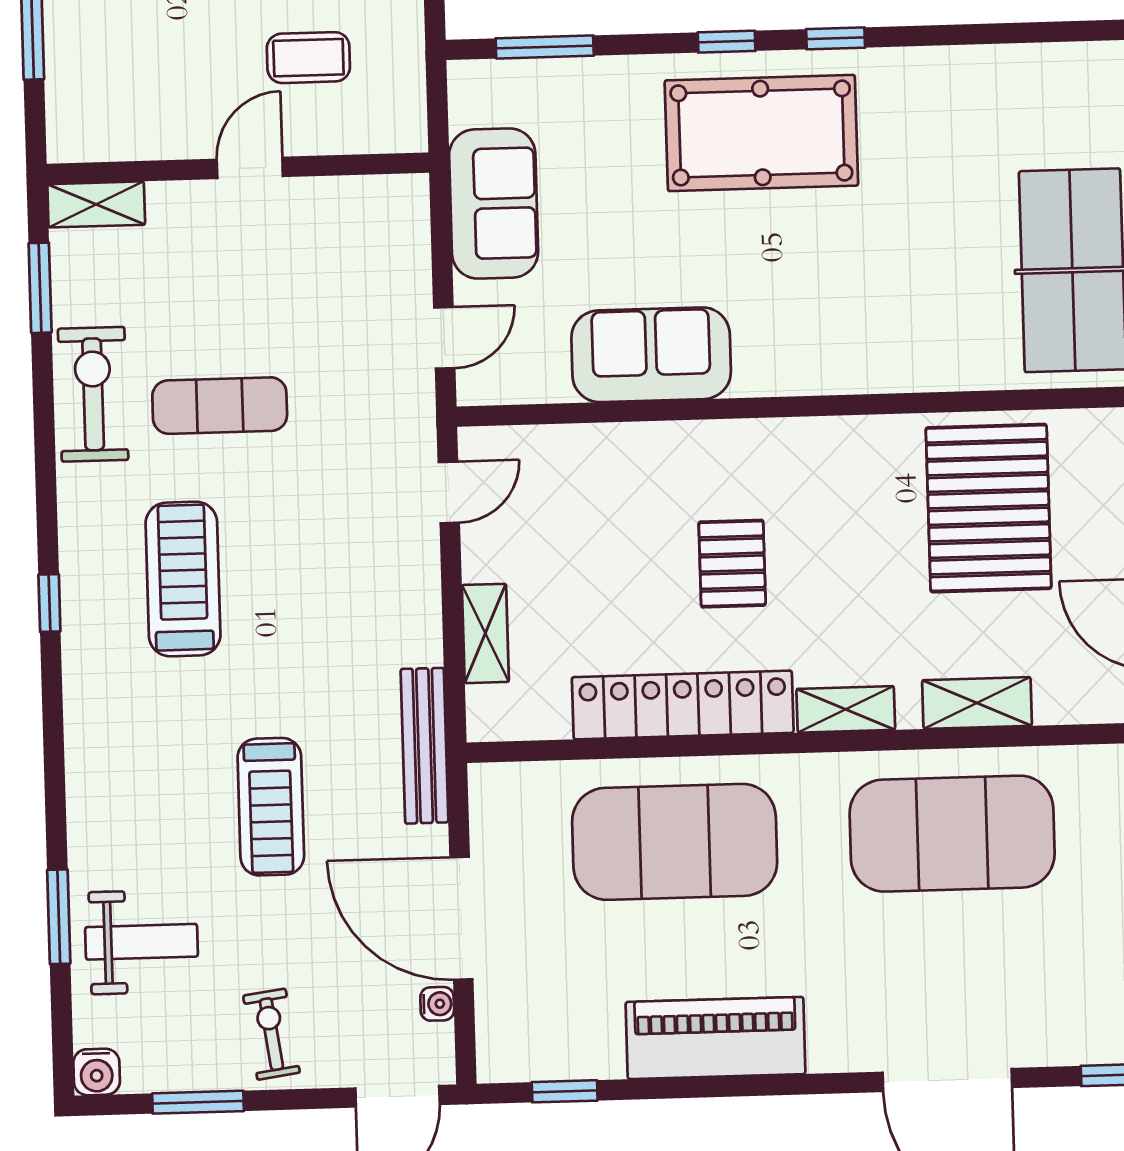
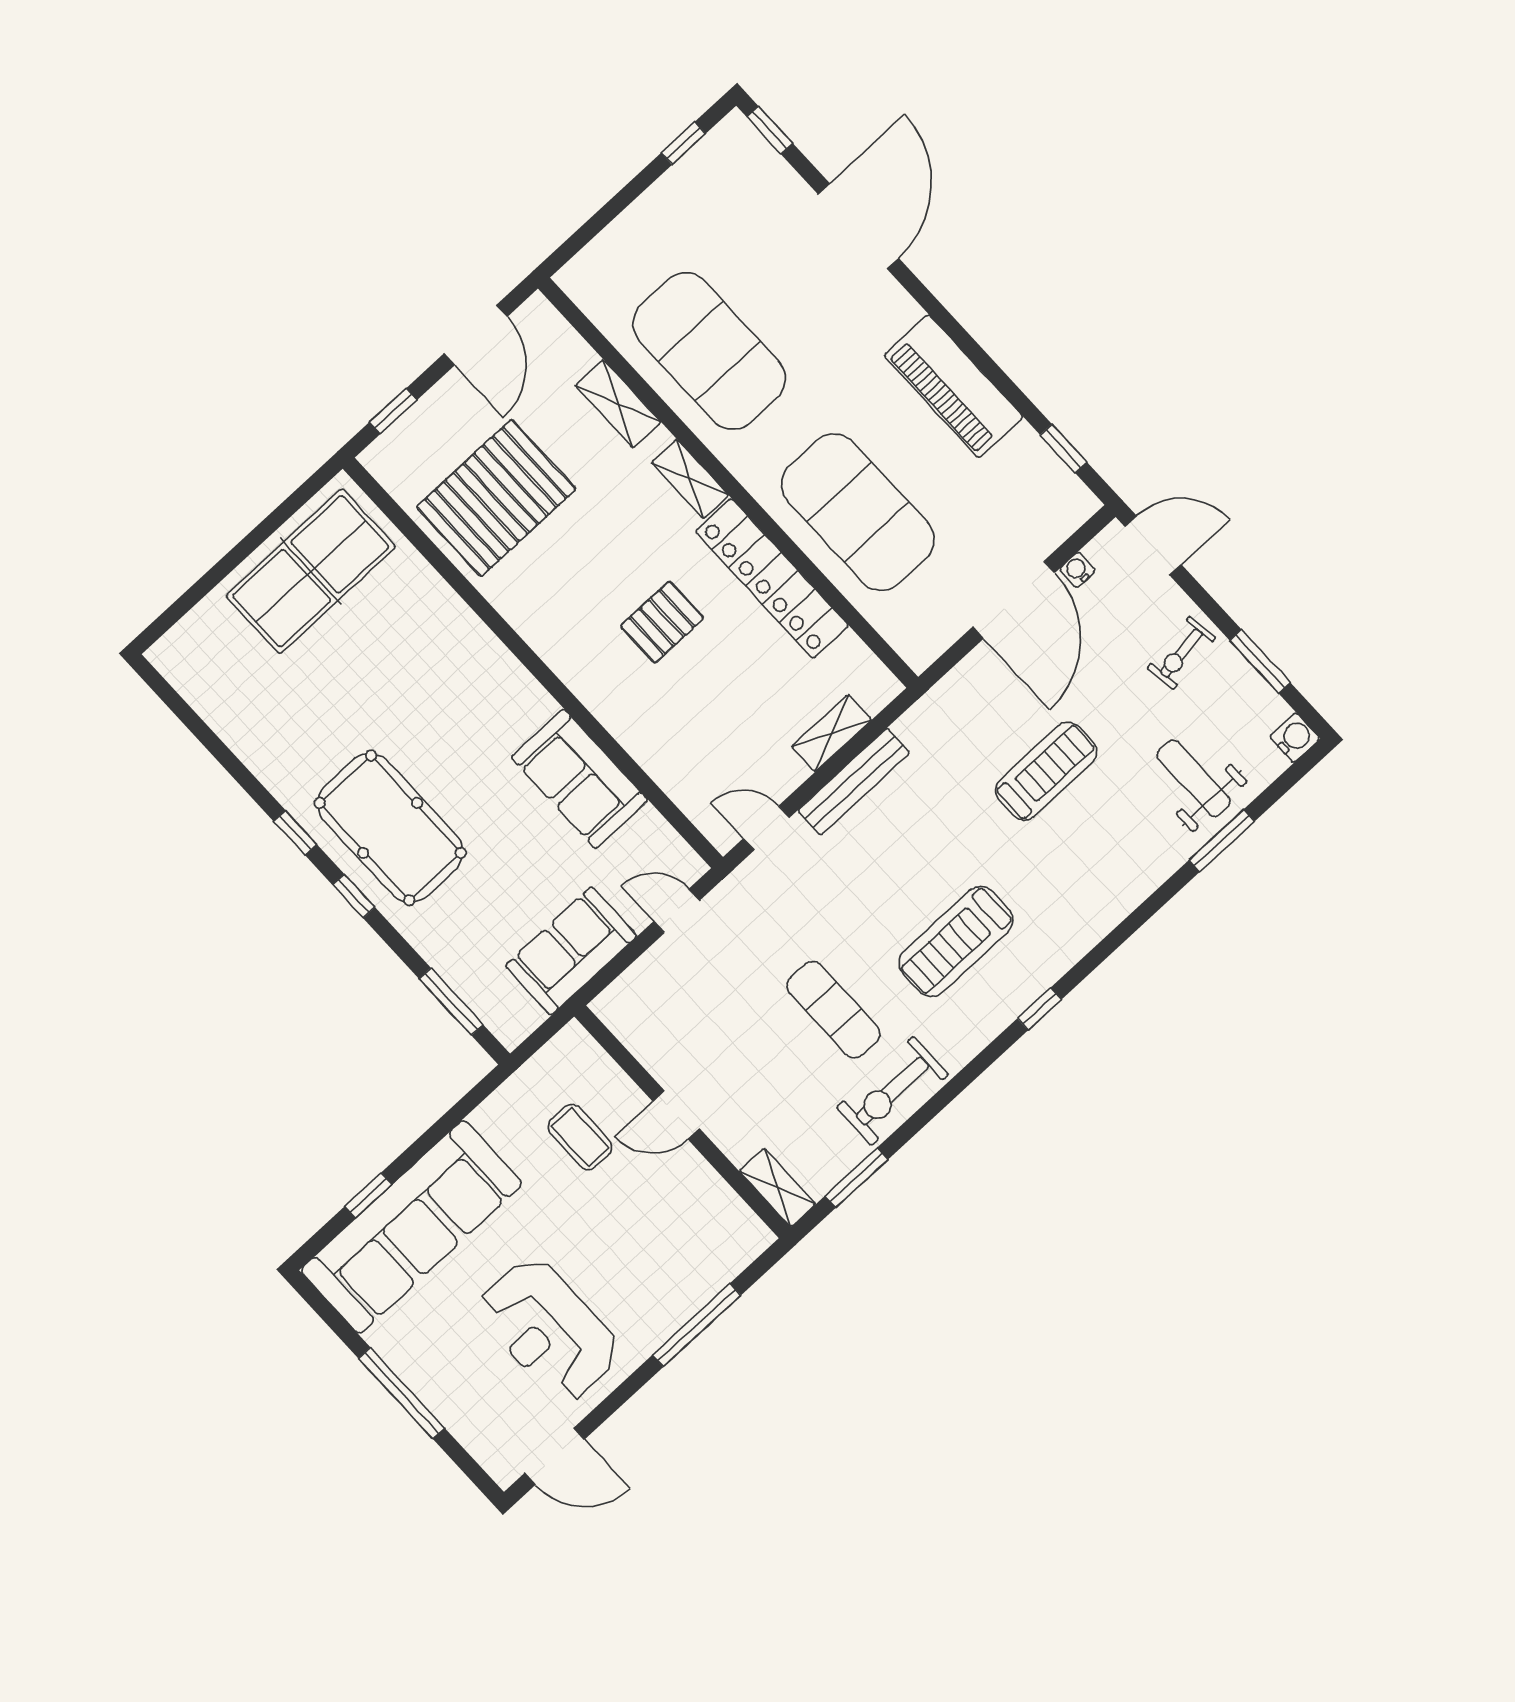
bench: (424, 746) -> (854, 782), moved

